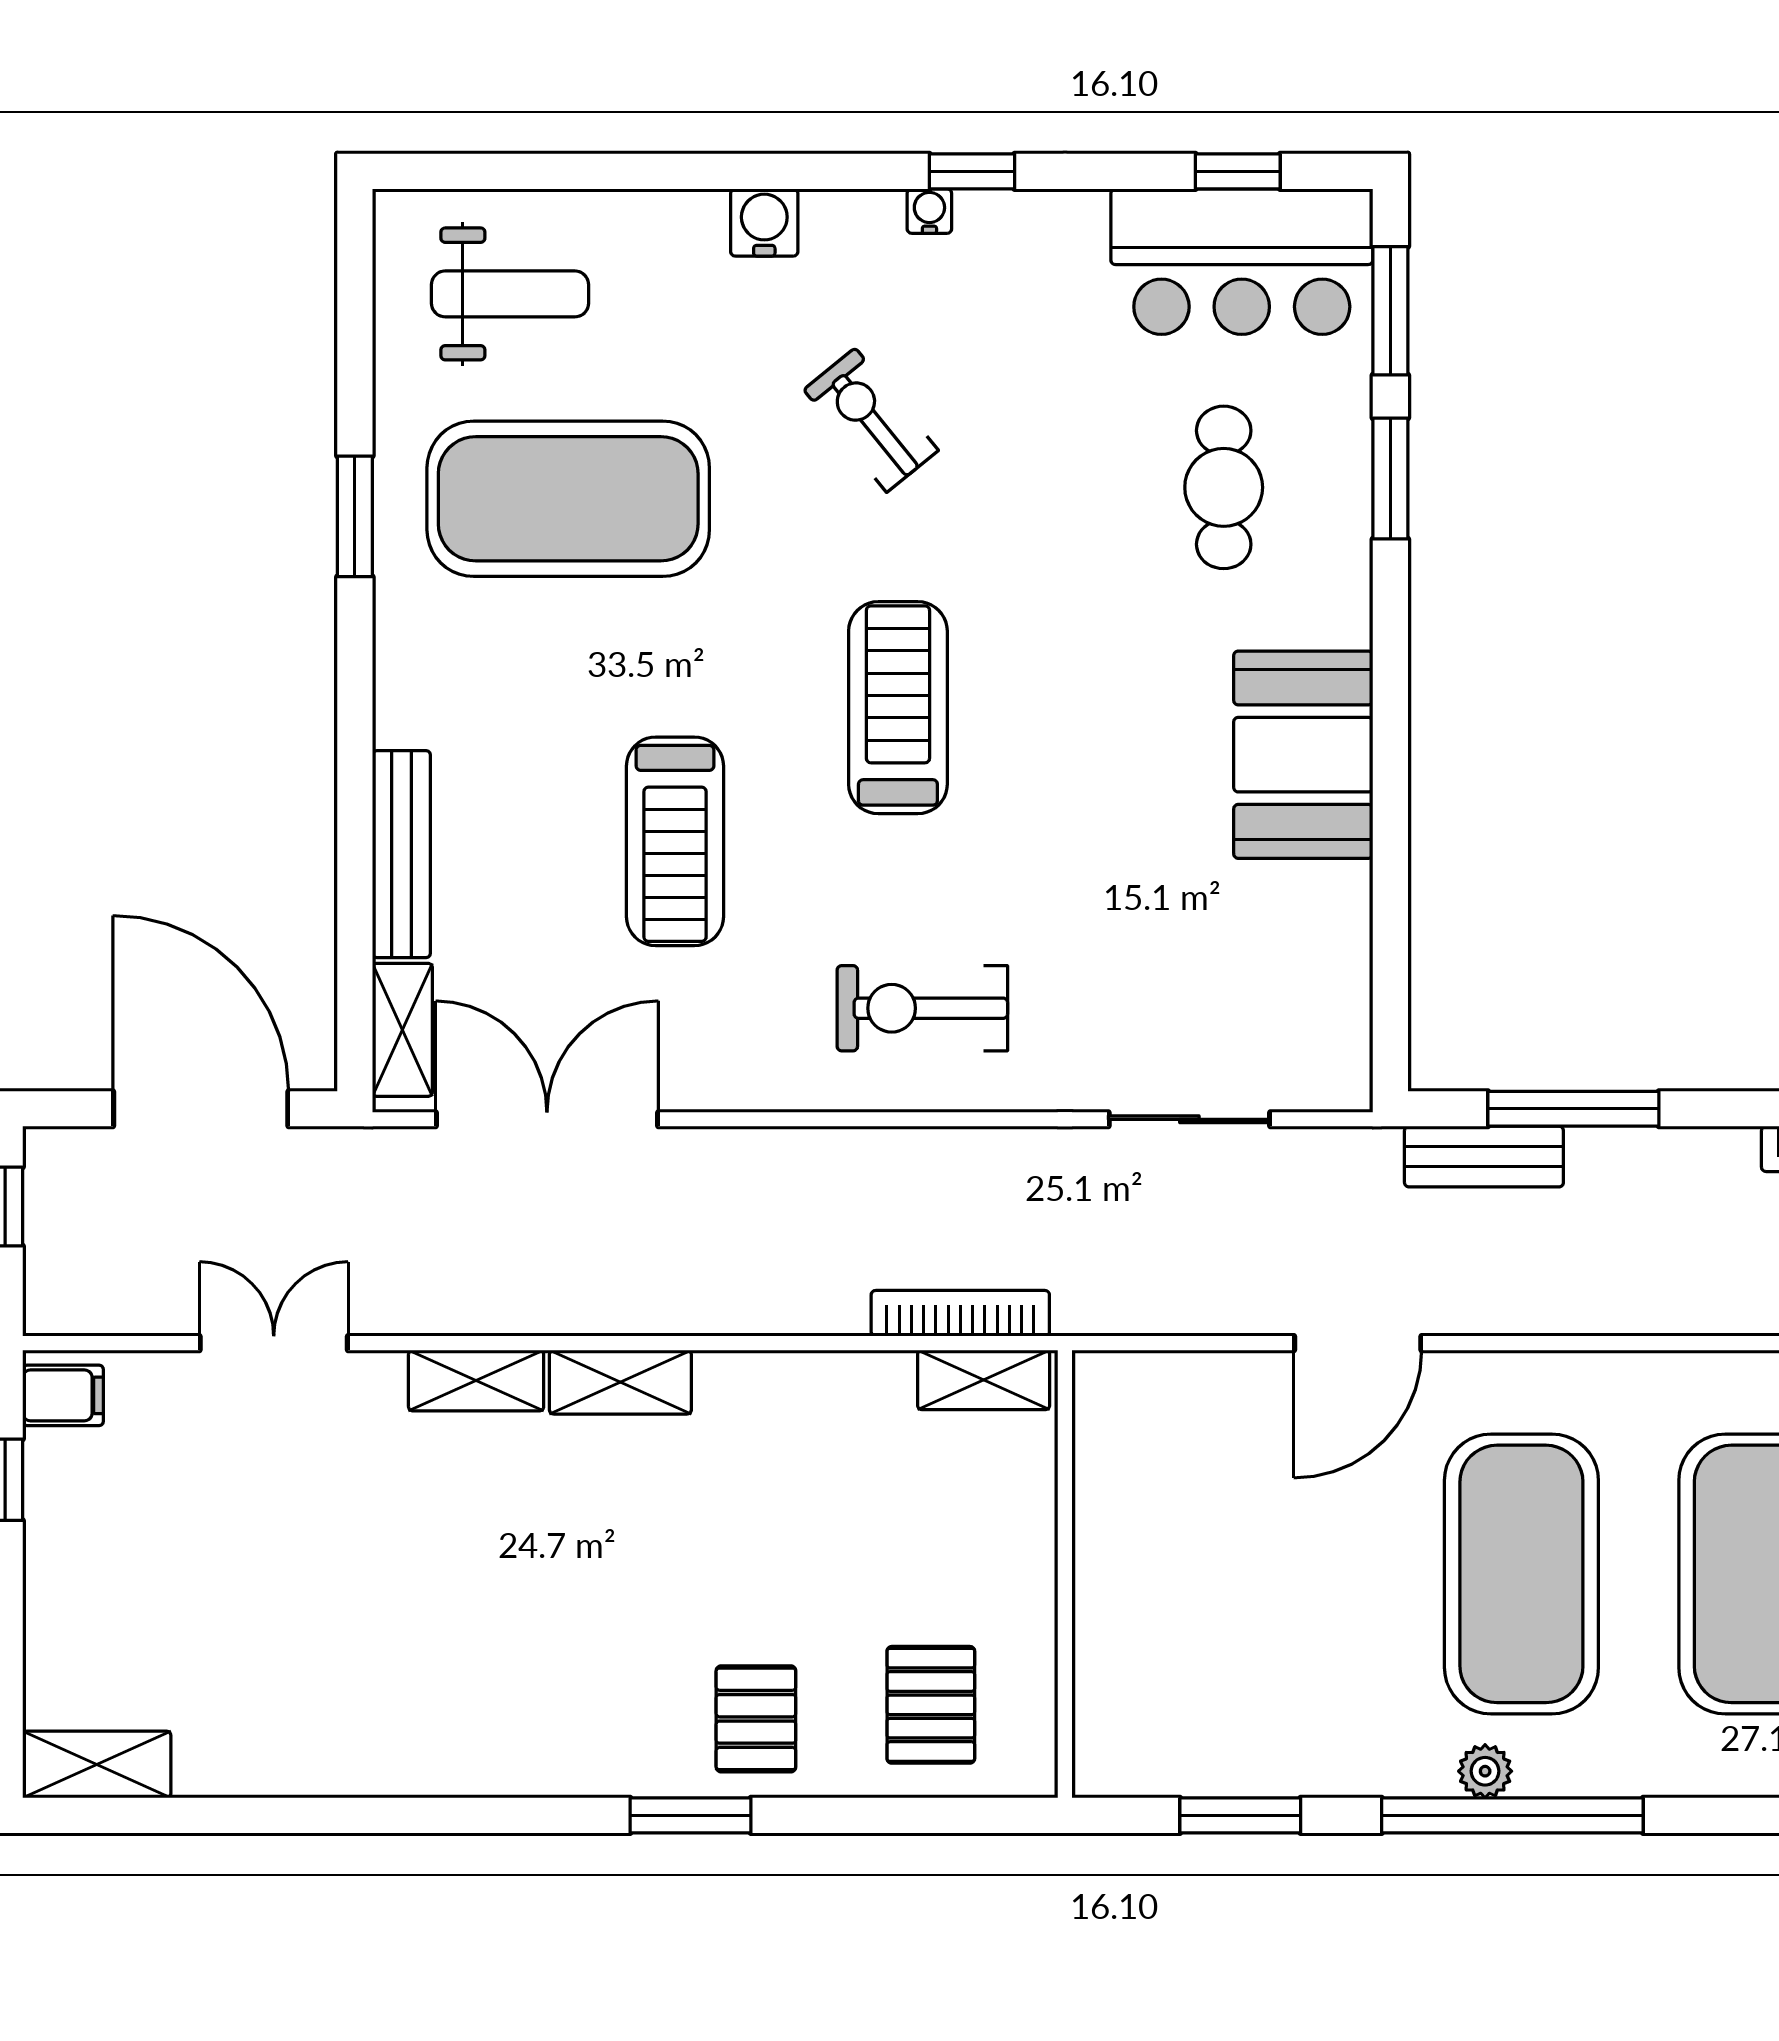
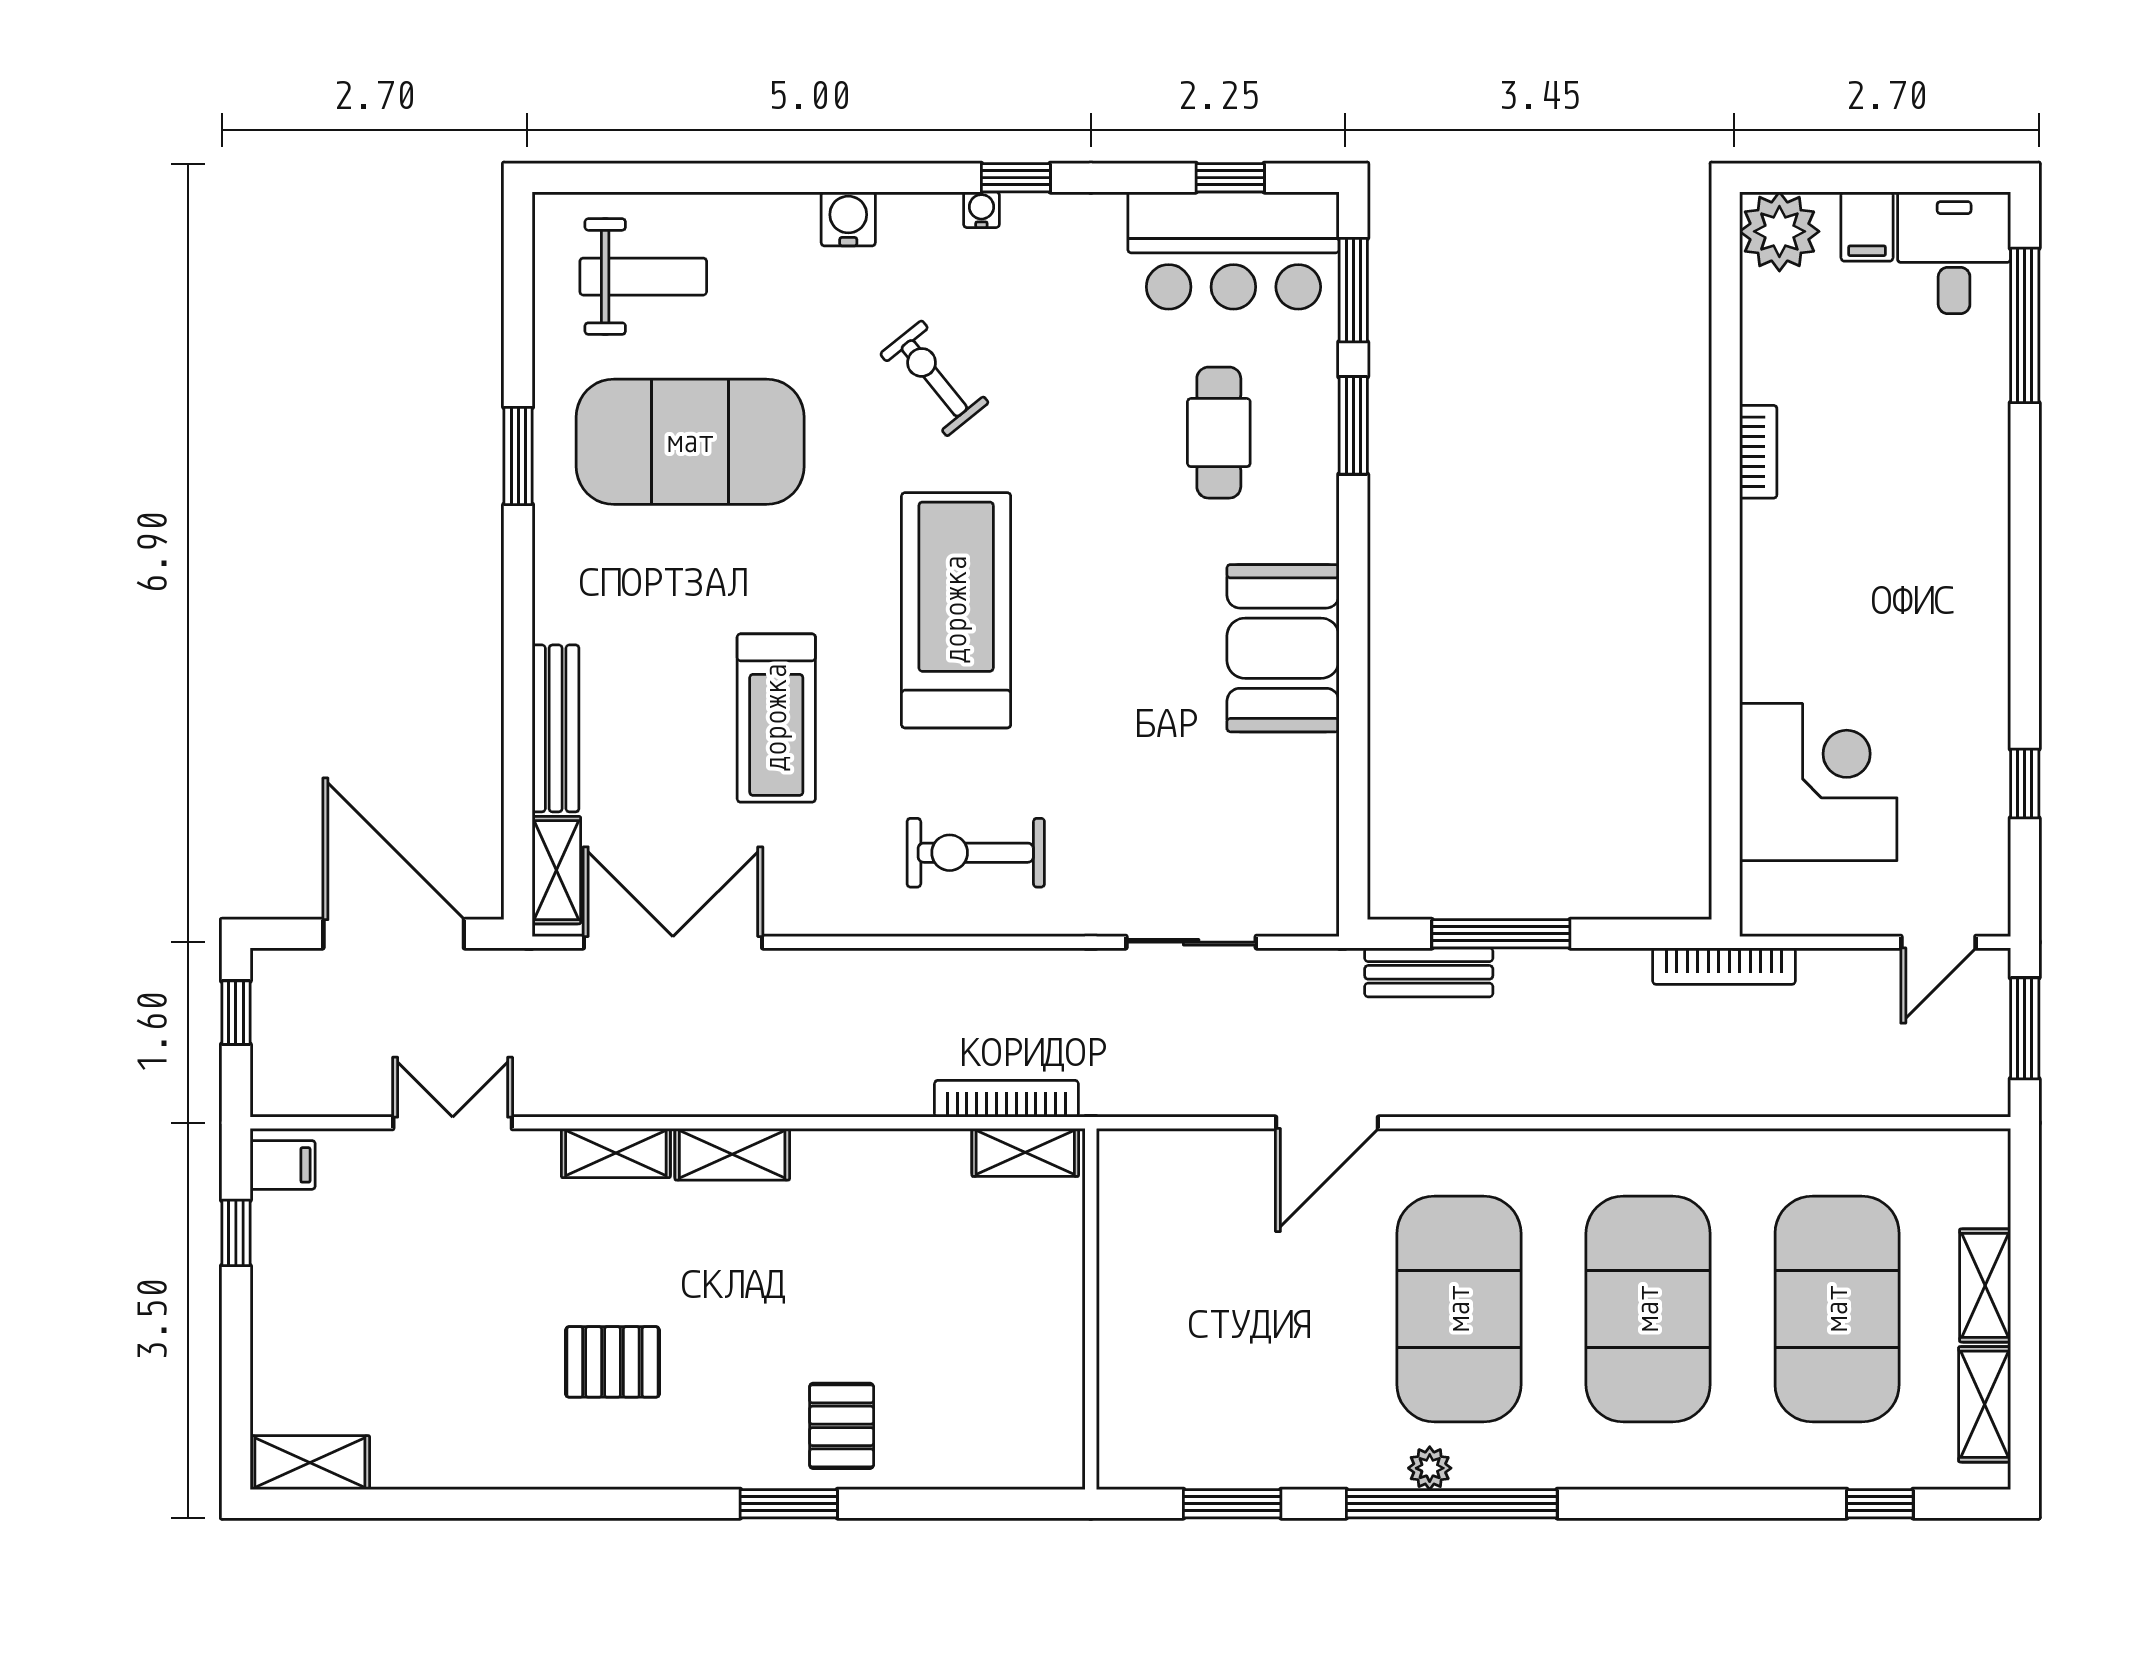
treadmill: (898, 708) -> (956, 610), width x1.37, depth x1.38
pallet: (931, 1705) -> (612, 1362), moved, turned 90

